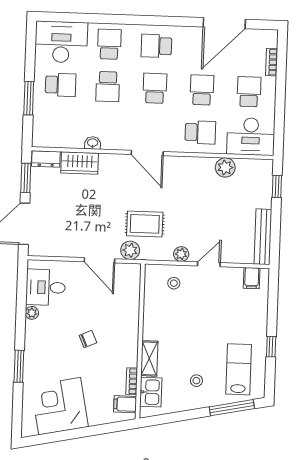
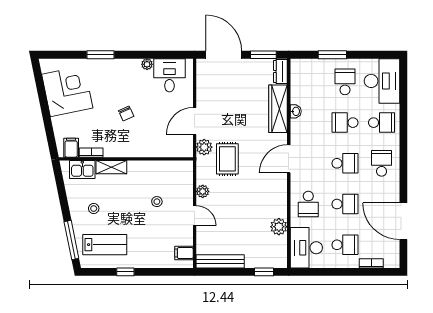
school desk: (61, 85) -> (345, 82), turned 180
wardrobe: (80, 163) -> (278, 109), width x1.50
stool: (174, 283) -> (157, 202), moved

